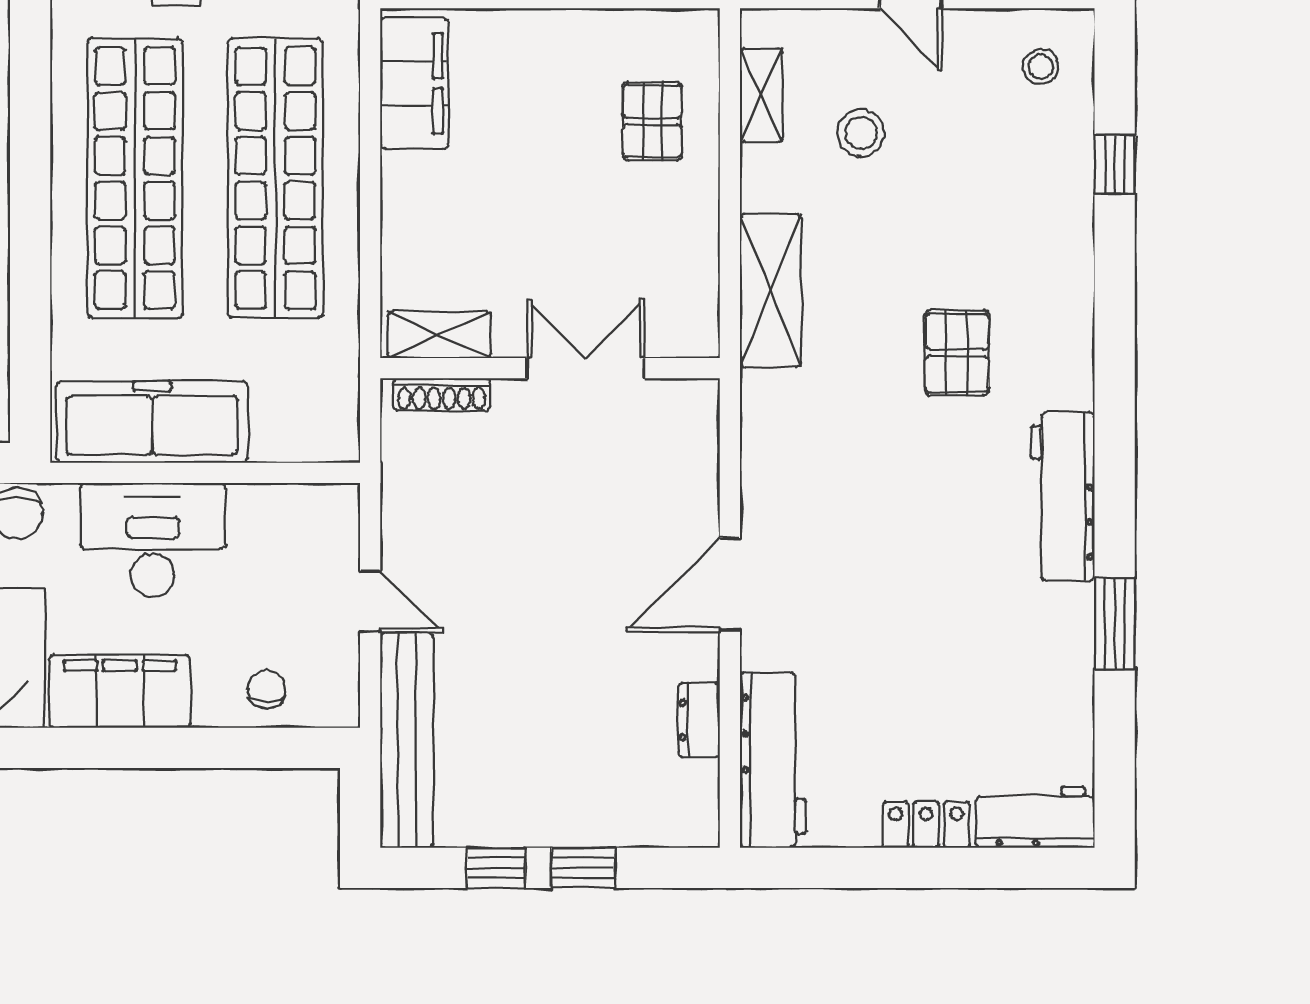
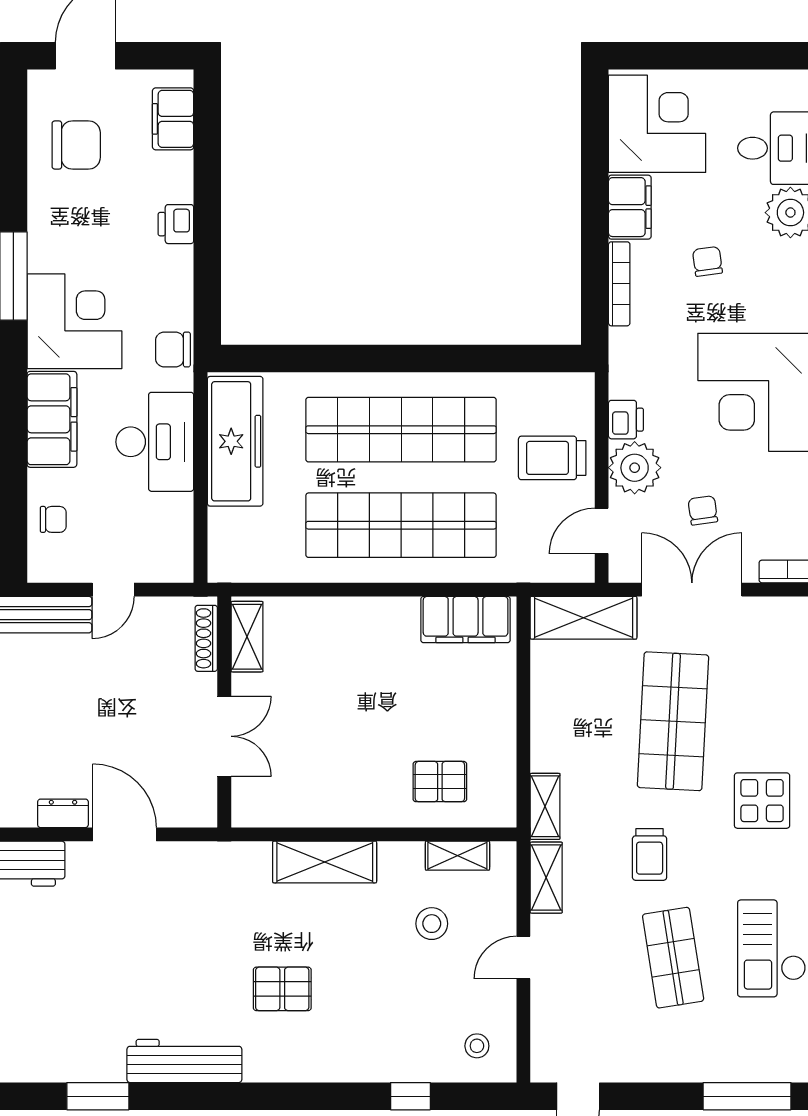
shelving: (439, 335) -> (247, 637), moved
wall: (550, 368) -> (224, 712), moved
double door: (586, 368) -> (224, 736), moved
shoe rack: (442, 395) -> (206, 638), moved
dresser: (699, 720) -> (63, 813), moved

